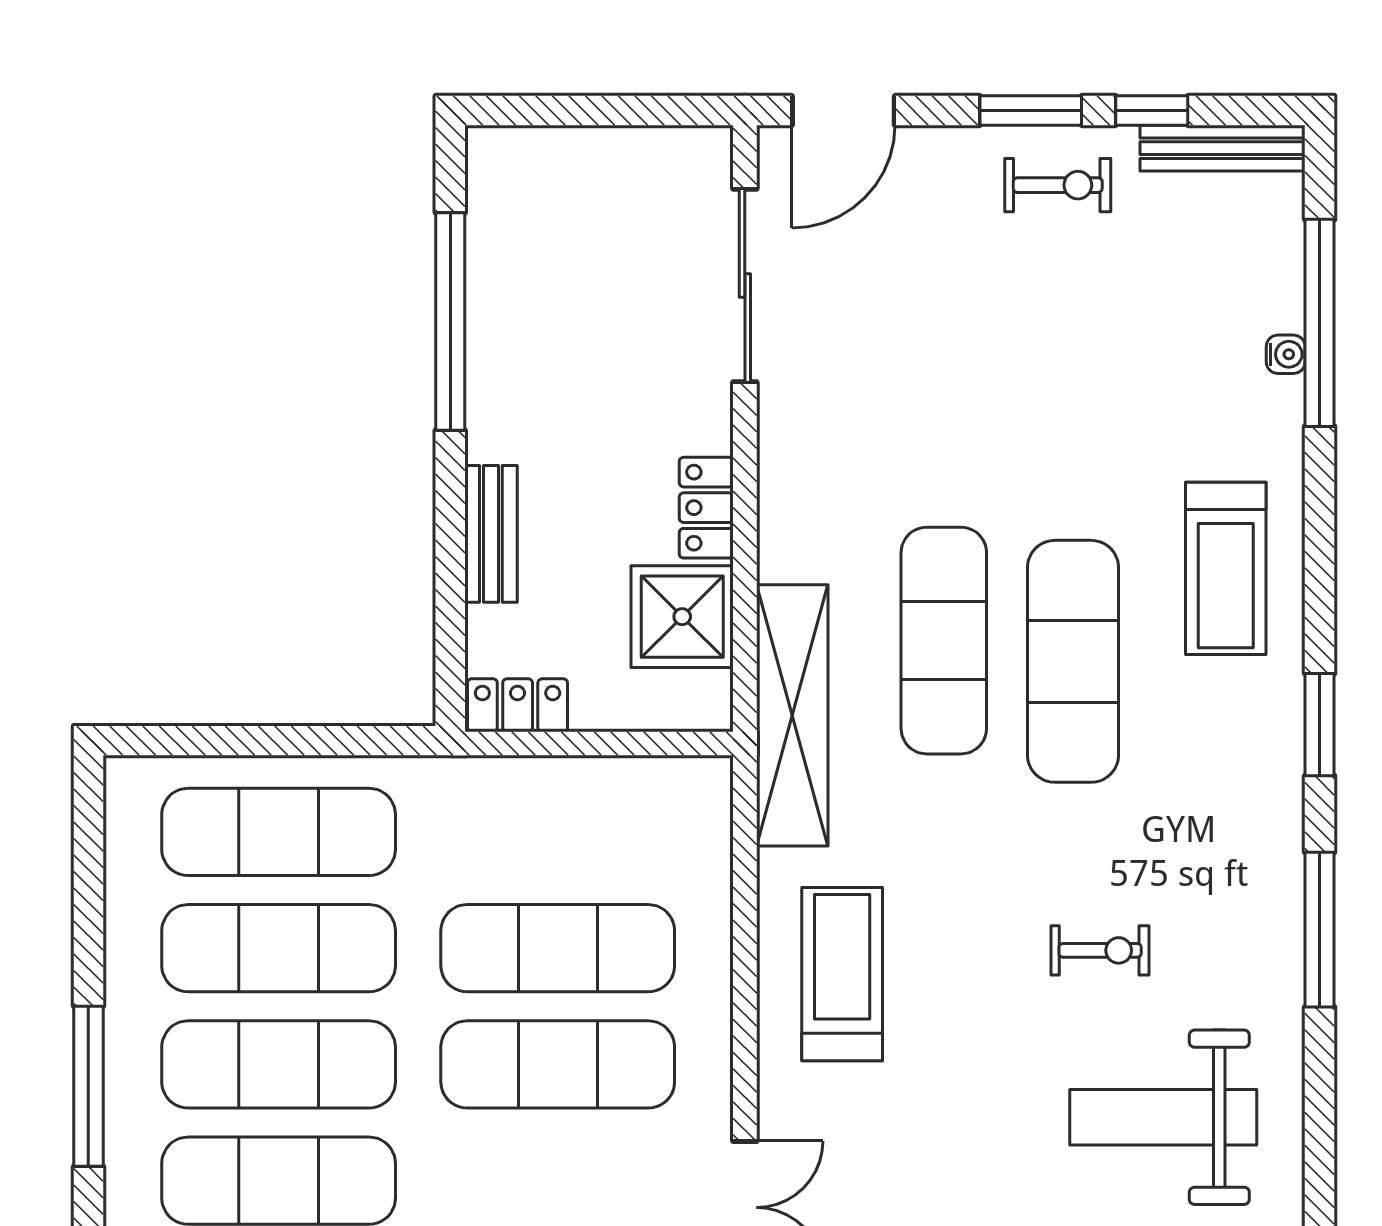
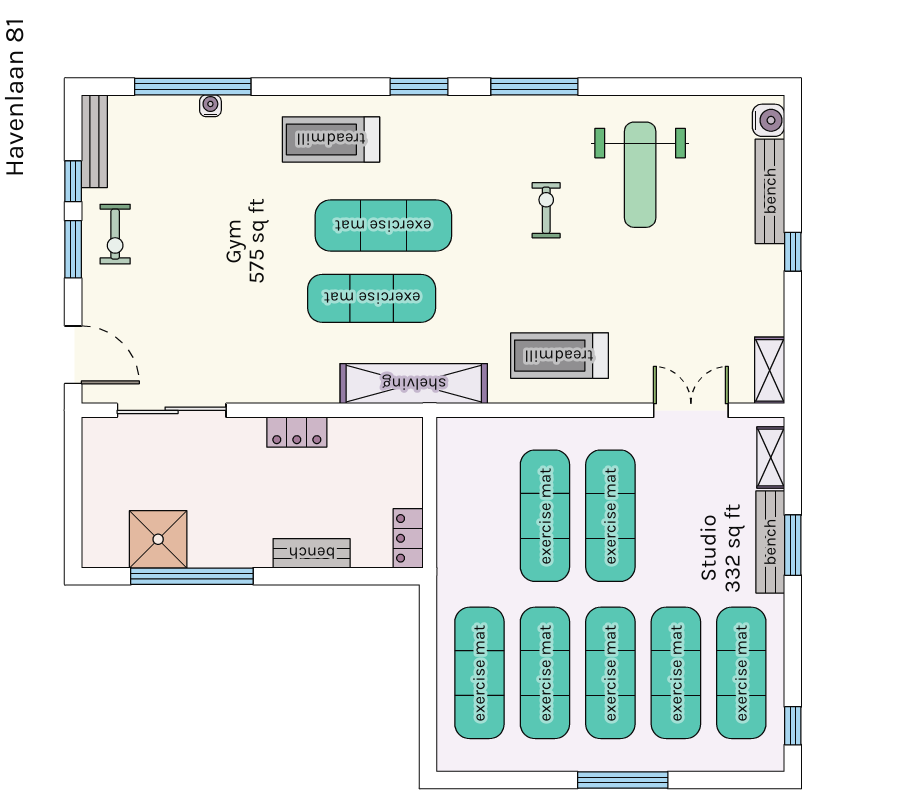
exercise bike: (1058, 185) -> (115, 234), turned 180
treadmill: (1226, 568) -> (331, 139), turned 180
shower: (682, 617) -> (158, 539), moved

